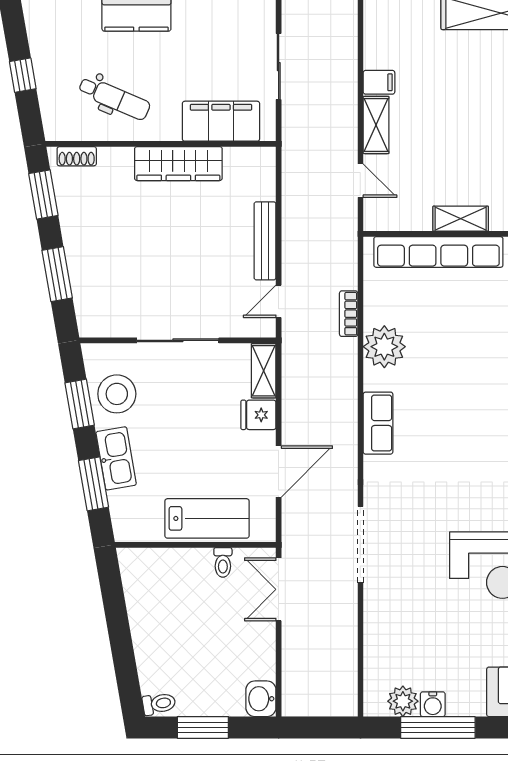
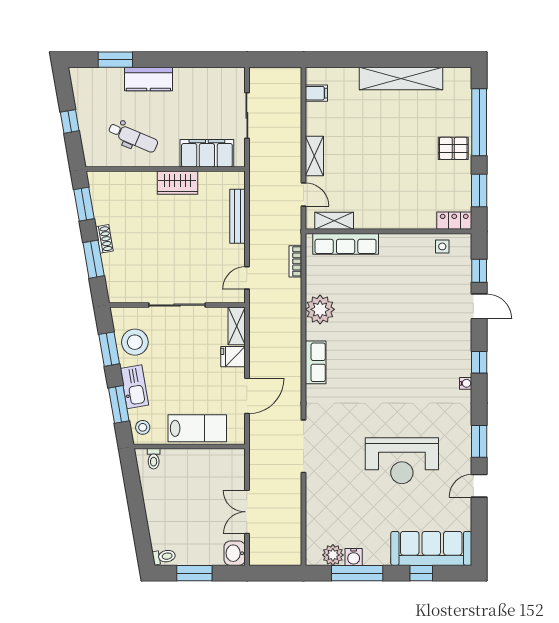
filing cabinet: (379, 82) -> (316, 93), moved
shoe rack: (77, 156) -> (104, 239), moved, turned -100
wardrobe: (178, 164) -> (177, 183), width x0.67
shelving: (461, 219) -> (334, 221), moved
bench: (265, 241) -> (237, 216), moved
row of seats: (438, 252) -> (346, 244), width x0.73
bookcase: (349, 314) -> (295, 261), moved
stool: (128, 517) -> (143, 427), added
toilet: (223, 562) -> (154, 459), moved
double door: (279, 589) -> (247, 512), moved

